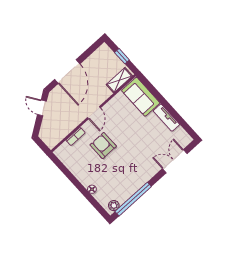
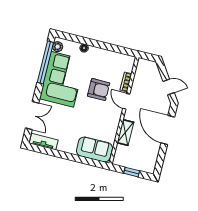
shelving: (119, 80) -> (125, 133), moved
door: (94, 113) -> (126, 101), moved
tv unit: (166, 118) -> (44, 142), moved
corner sofa: (128, 175) -> (62, 79), added

